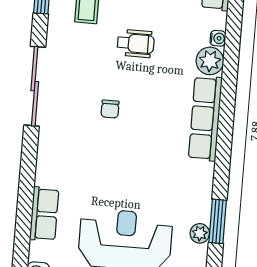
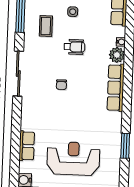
plant: (200, 233) -> (115, 153), removed

